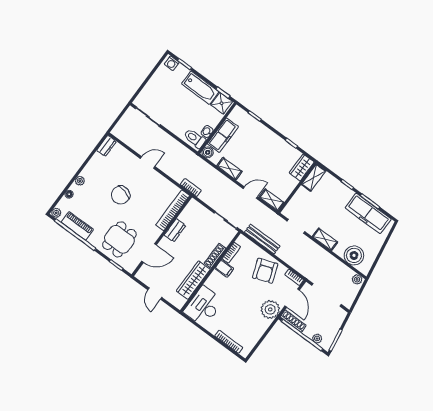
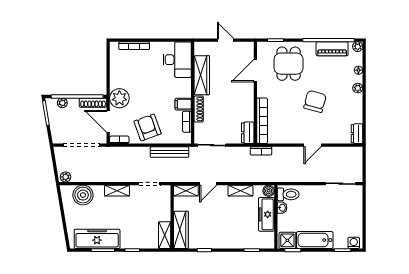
wardrobe: (302, 167) -> (181, 230), width x1.50
dresser: (175, 230) -> (248, 133), moved

